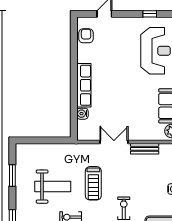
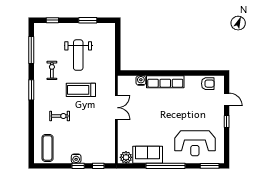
window: (150, 14) -> (227, 122), moved
bench: (145, 149) -> (111, 134), removed

